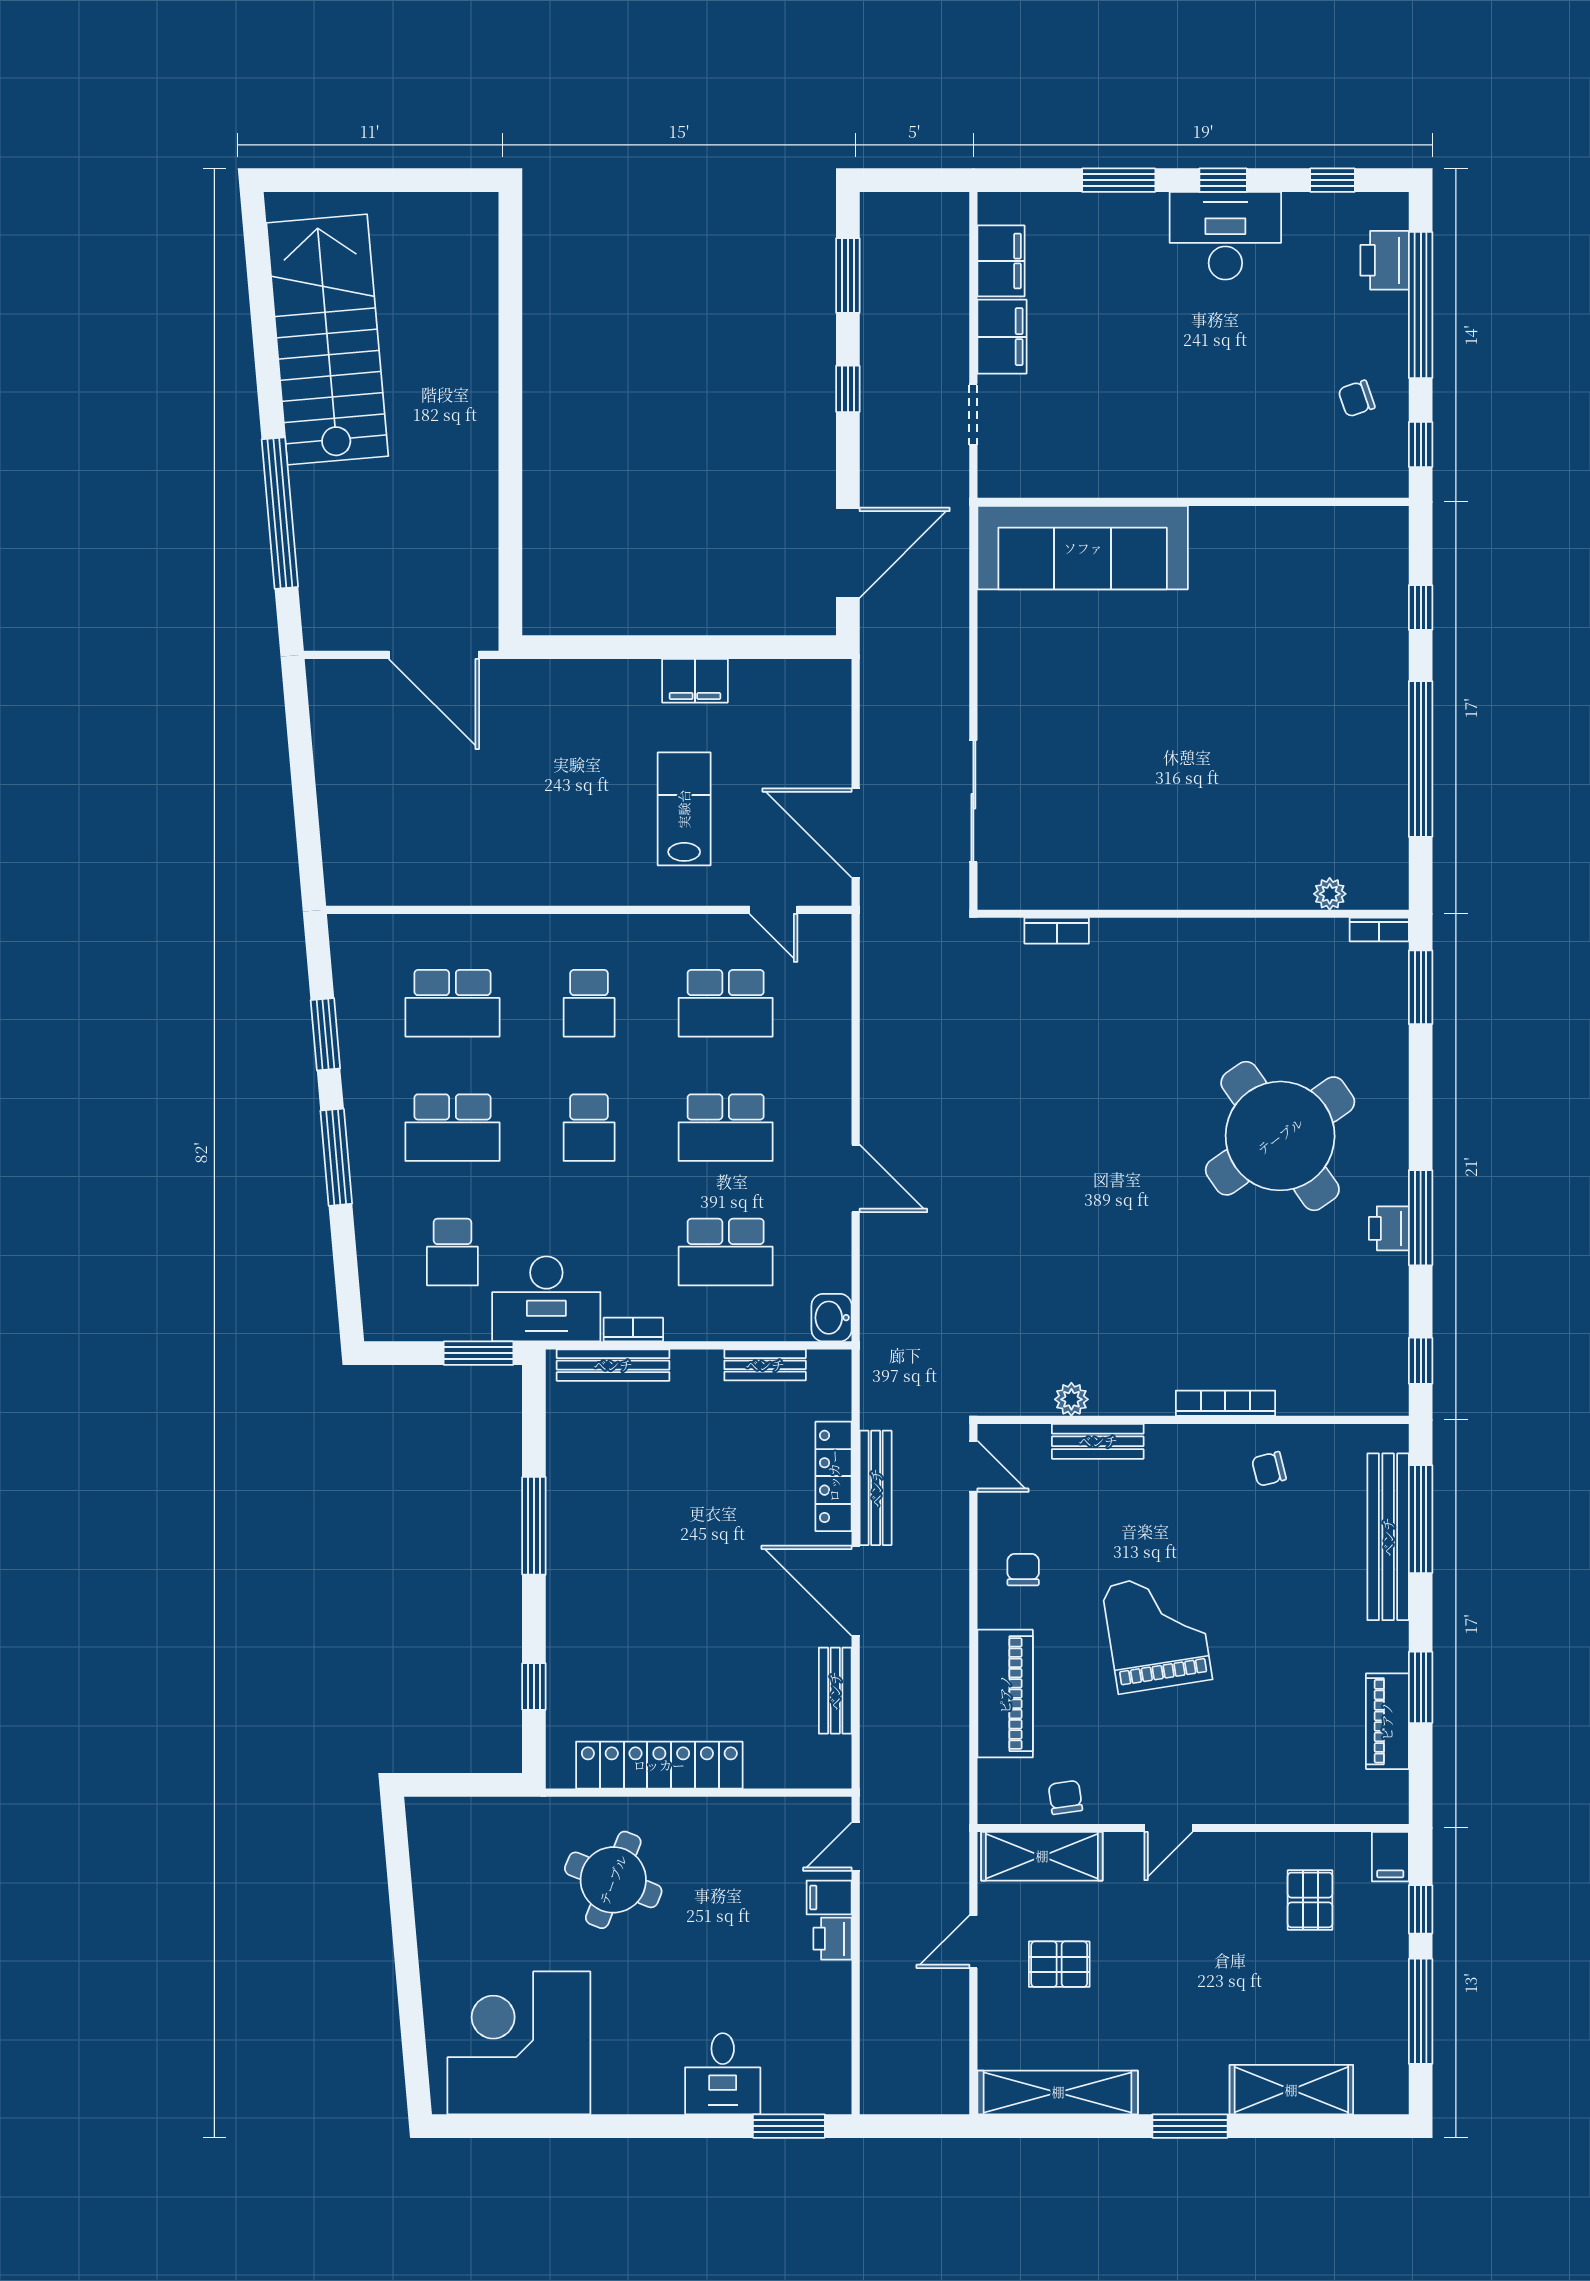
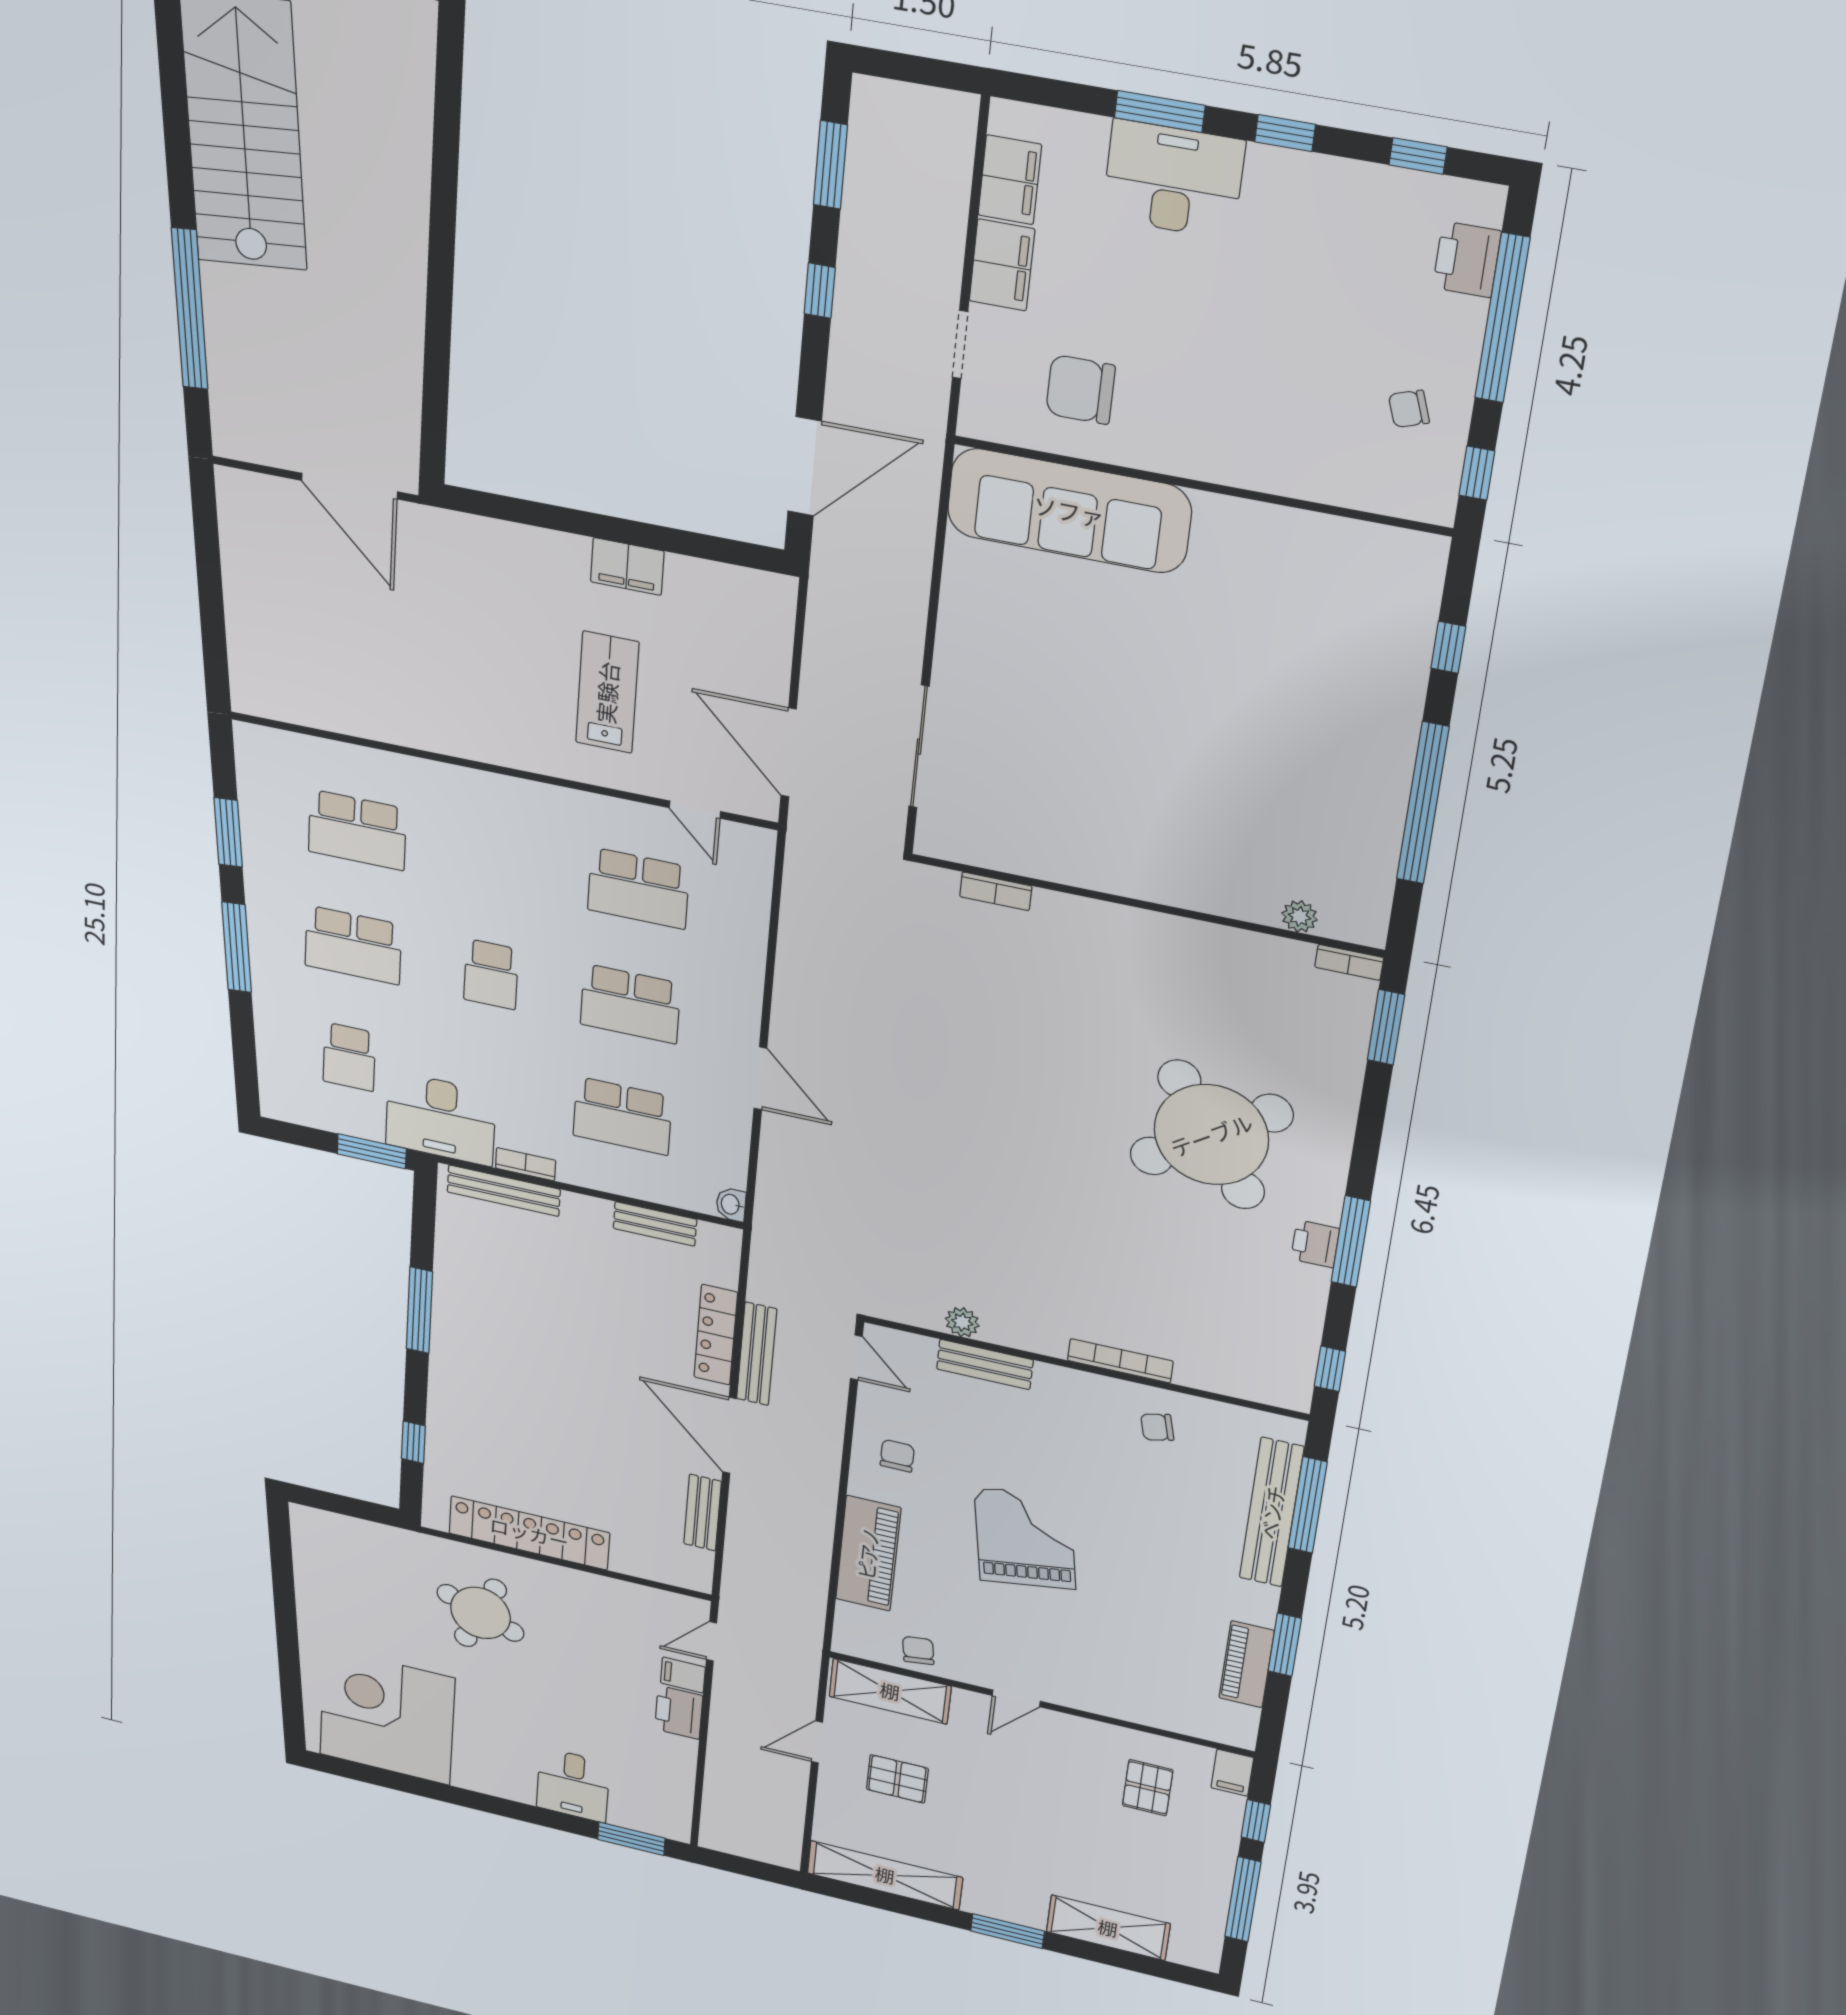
desk: (1225, 236) -> (1173, 179), moved
chair: (1080, 435) -> (1080, 389), added
school desk: (589, 1003) -> (497, 859), removed
washbasin: (832, 1318) -> (731, 1204), width x0.72, depth x0.69
printer: (833, 1939) -> (679, 1712), width x1.36, depth x1.24

